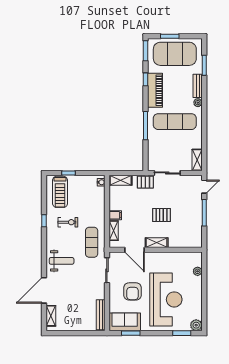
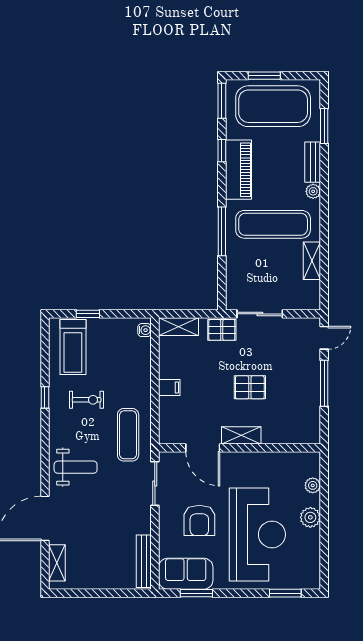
shelving: (197, 160) -> (312, 261), moved
shelving: (114, 231) -> (166, 415), removed
plant: (196, 325) -> (310, 517), moved

